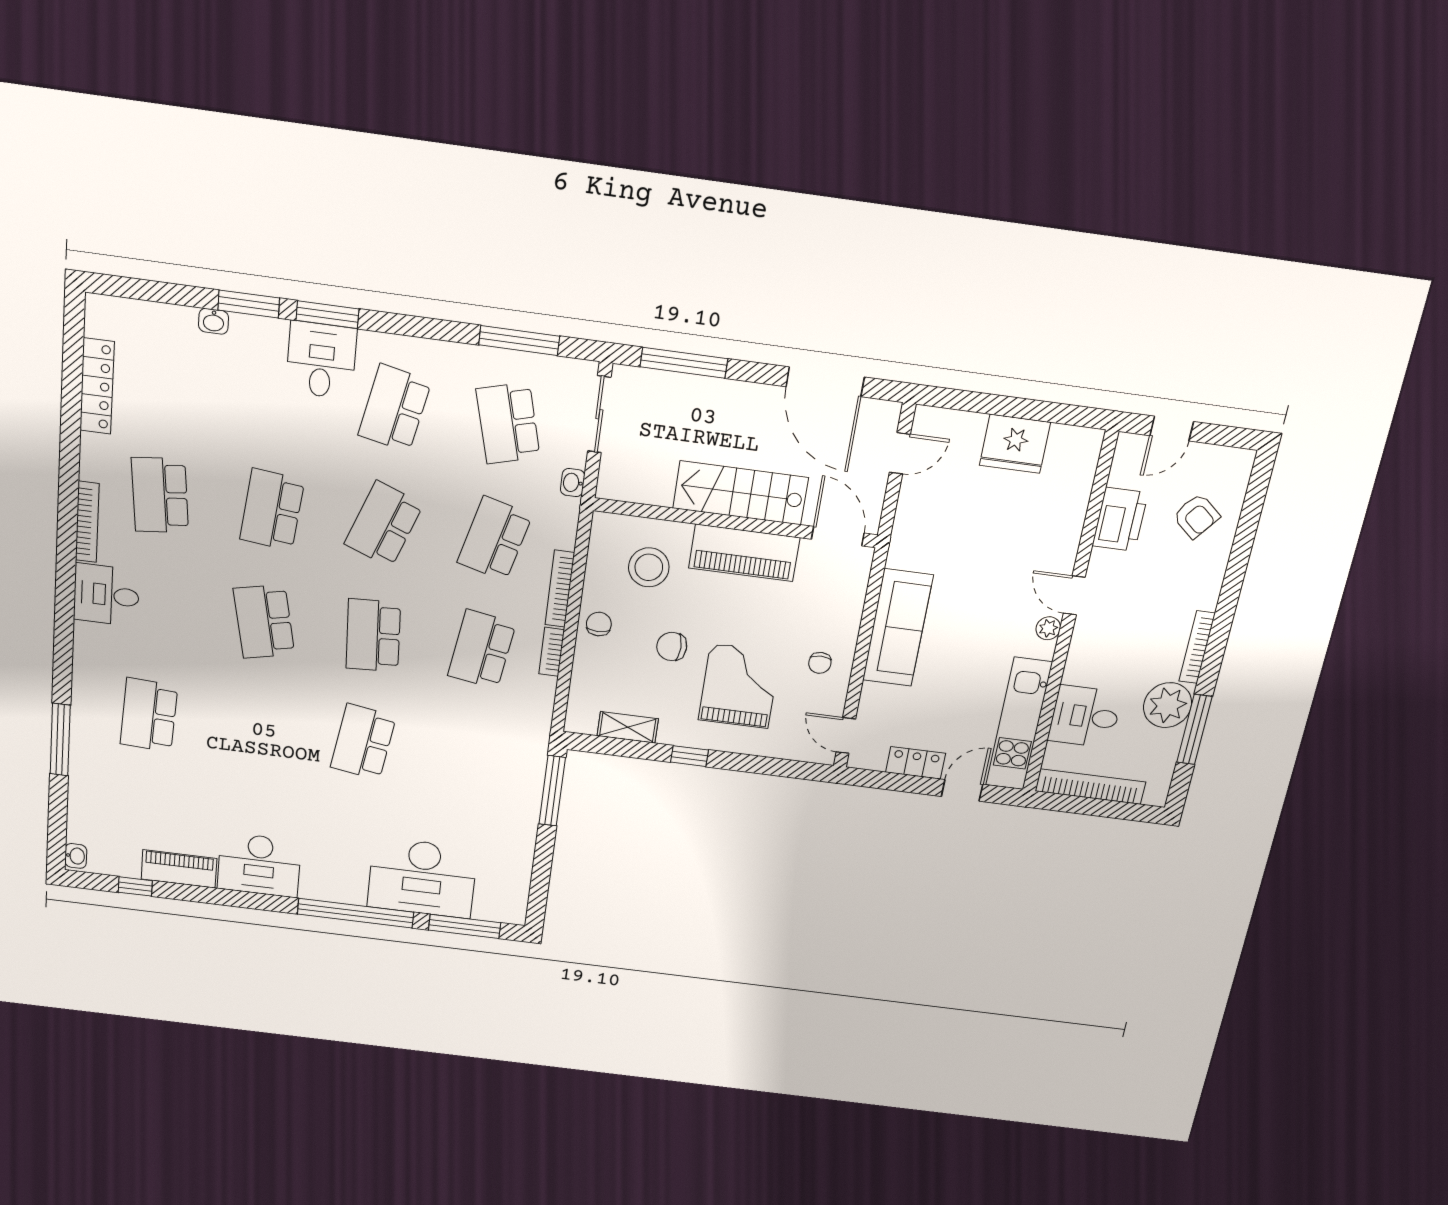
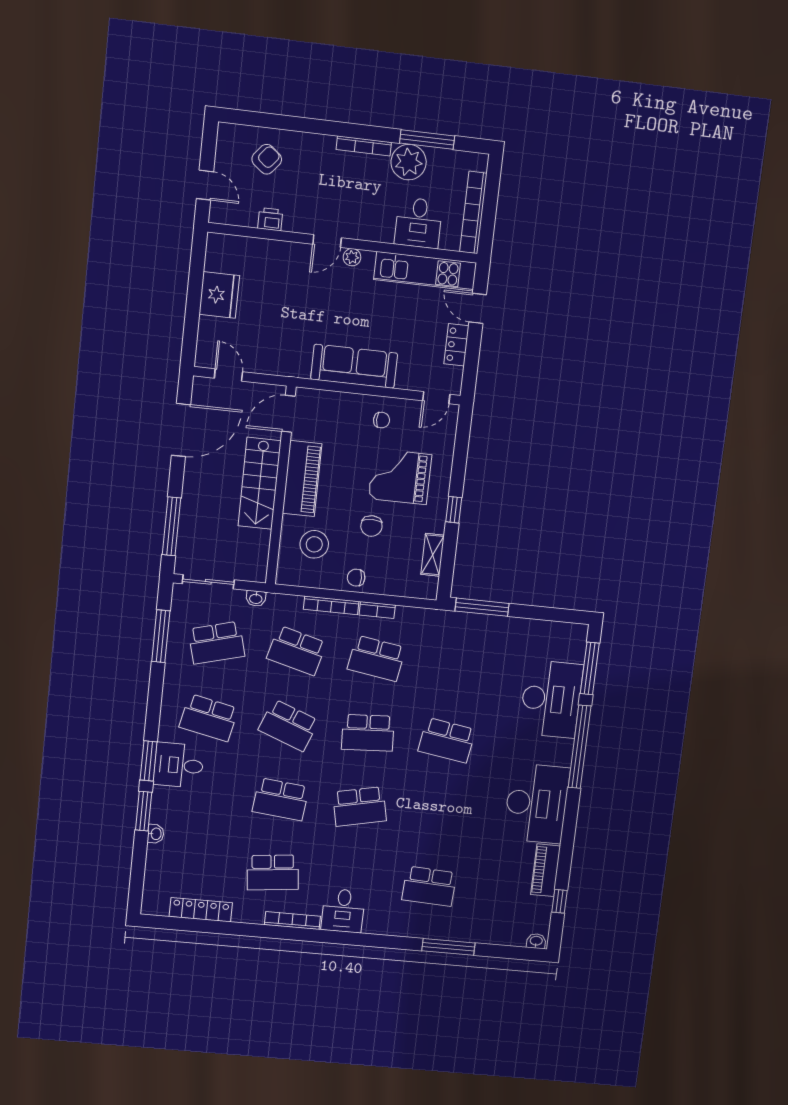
printer: (1120, 519) -> (270, 219), width x0.53, depth x0.68
desk: (259, 865) -> (536, 803), width x1.36, depth x1.30

